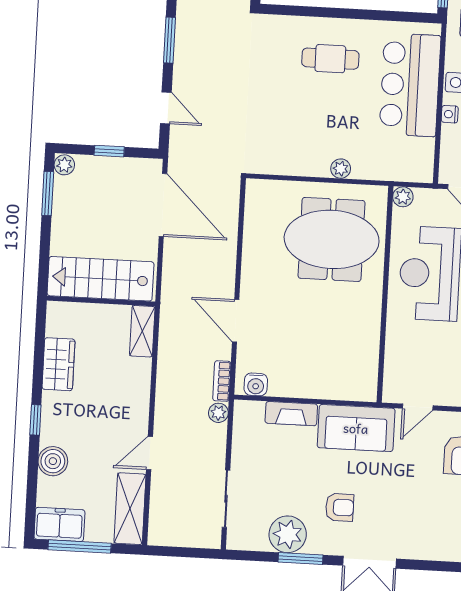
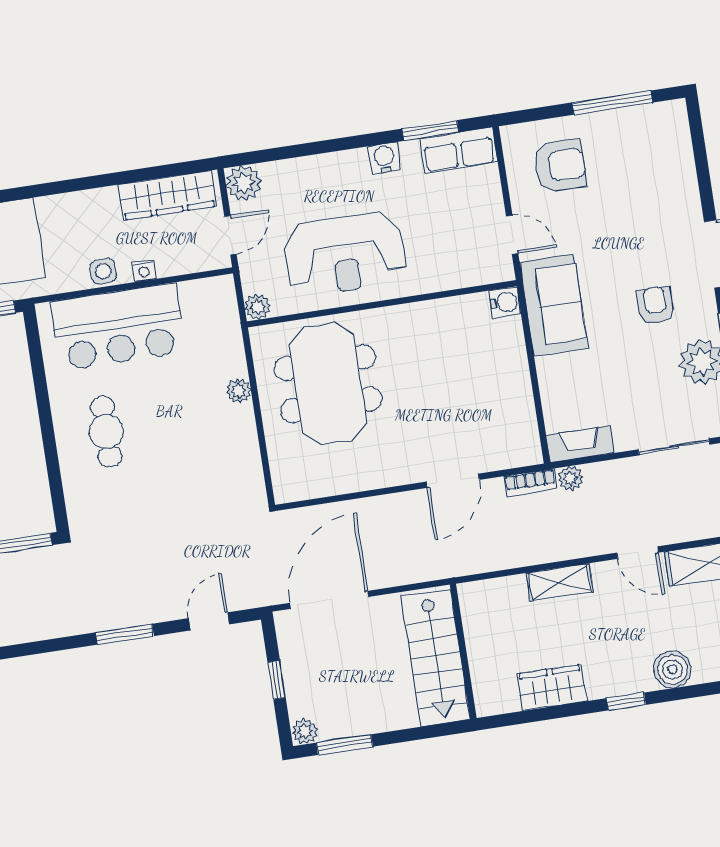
shelving: (142, 331) -> (560, 582), moved
water cooler: (256, 384) -> (505, 302), moved
fireplace: (291, 414) -> (580, 444), moved, turned -90

